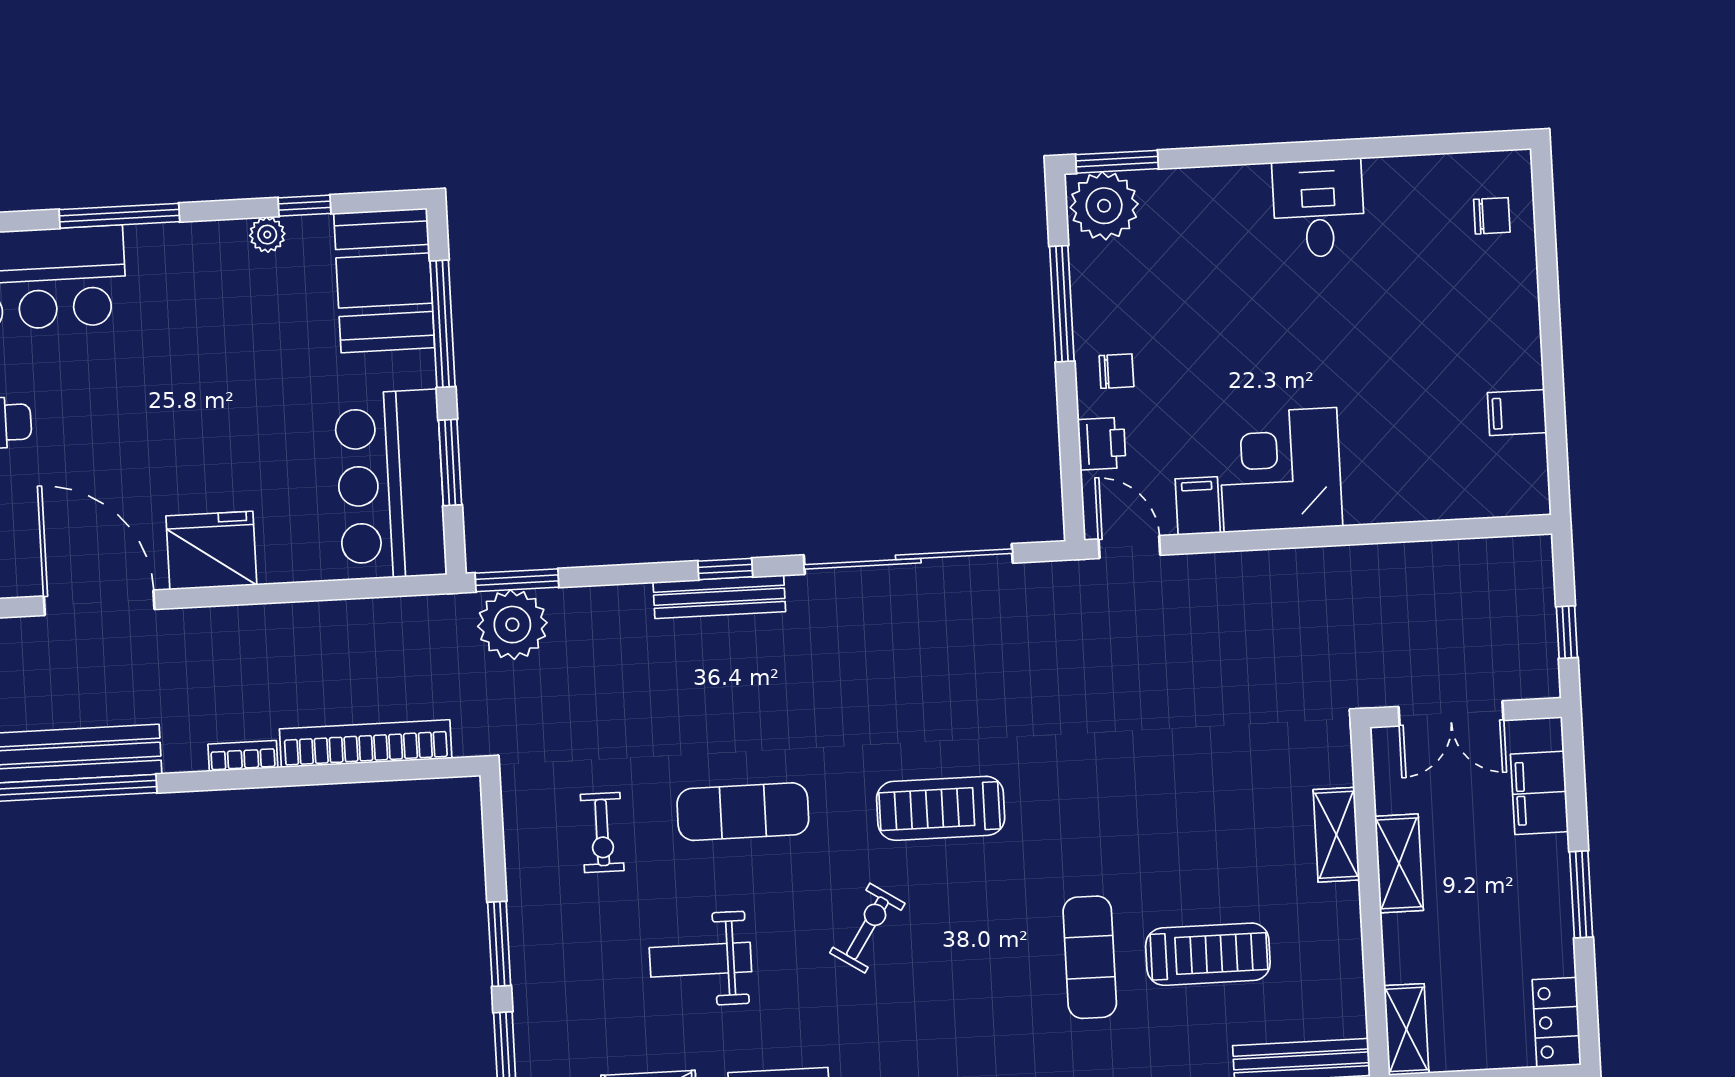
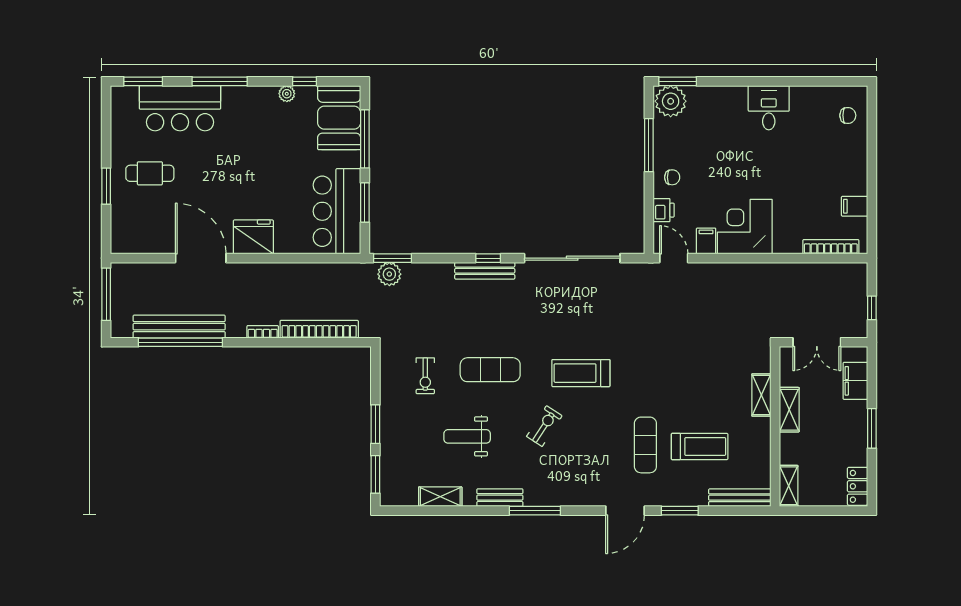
bookcase: (1470, 504) -> (831, 247), added
plant: (512, 625) -> (389, 274), width x0.73, depth x0.73

